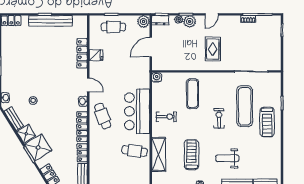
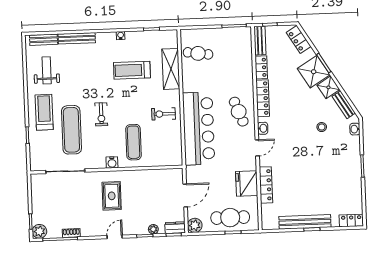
plant: (190, 21) -> (39, 231), moved
cafe table: (113, 27) -> (230, 218), width x1.37, depth x1.35
fridge: (96, 55) -> (247, 183), width x1.88, depth x1.34
water cooler: (157, 77) -> (112, 162), moved
door: (88, 85) -> (257, 148), swing flipped
bar counter: (137, 111) -> (199, 129), width x1.36
cafe table: (135, 151) -> (198, 53), moved
treadmill: (192, 155) -> (132, 70), turned 90
weight bench: (227, 158) -> (47, 70), moved, turned -90

